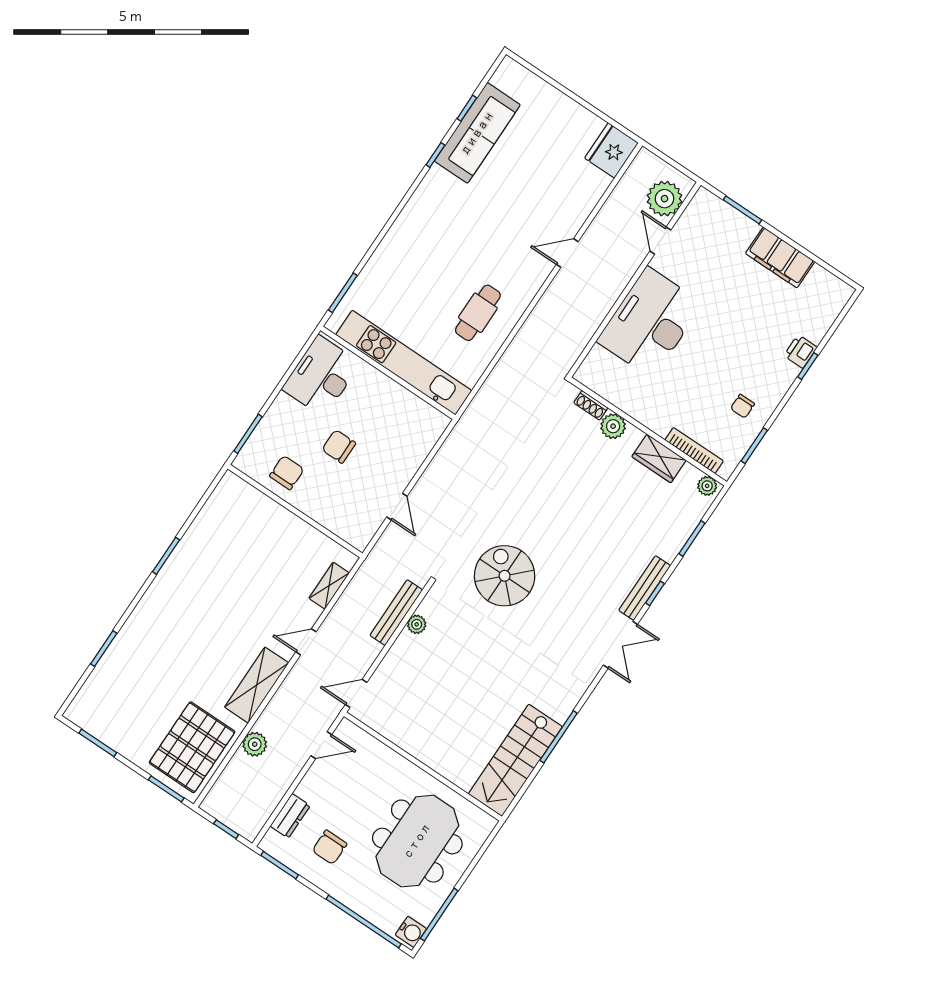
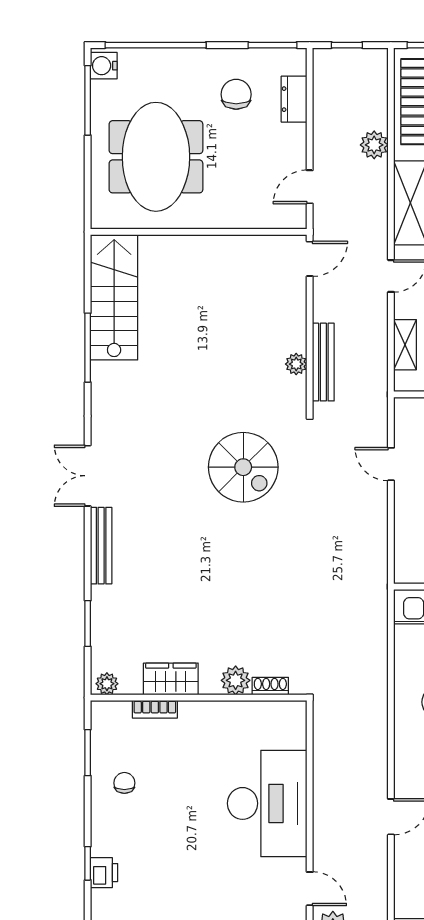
bookcase: (694, 451) -> (155, 709), width x0.64
window: (655, 593) -> (88, 547), removed

